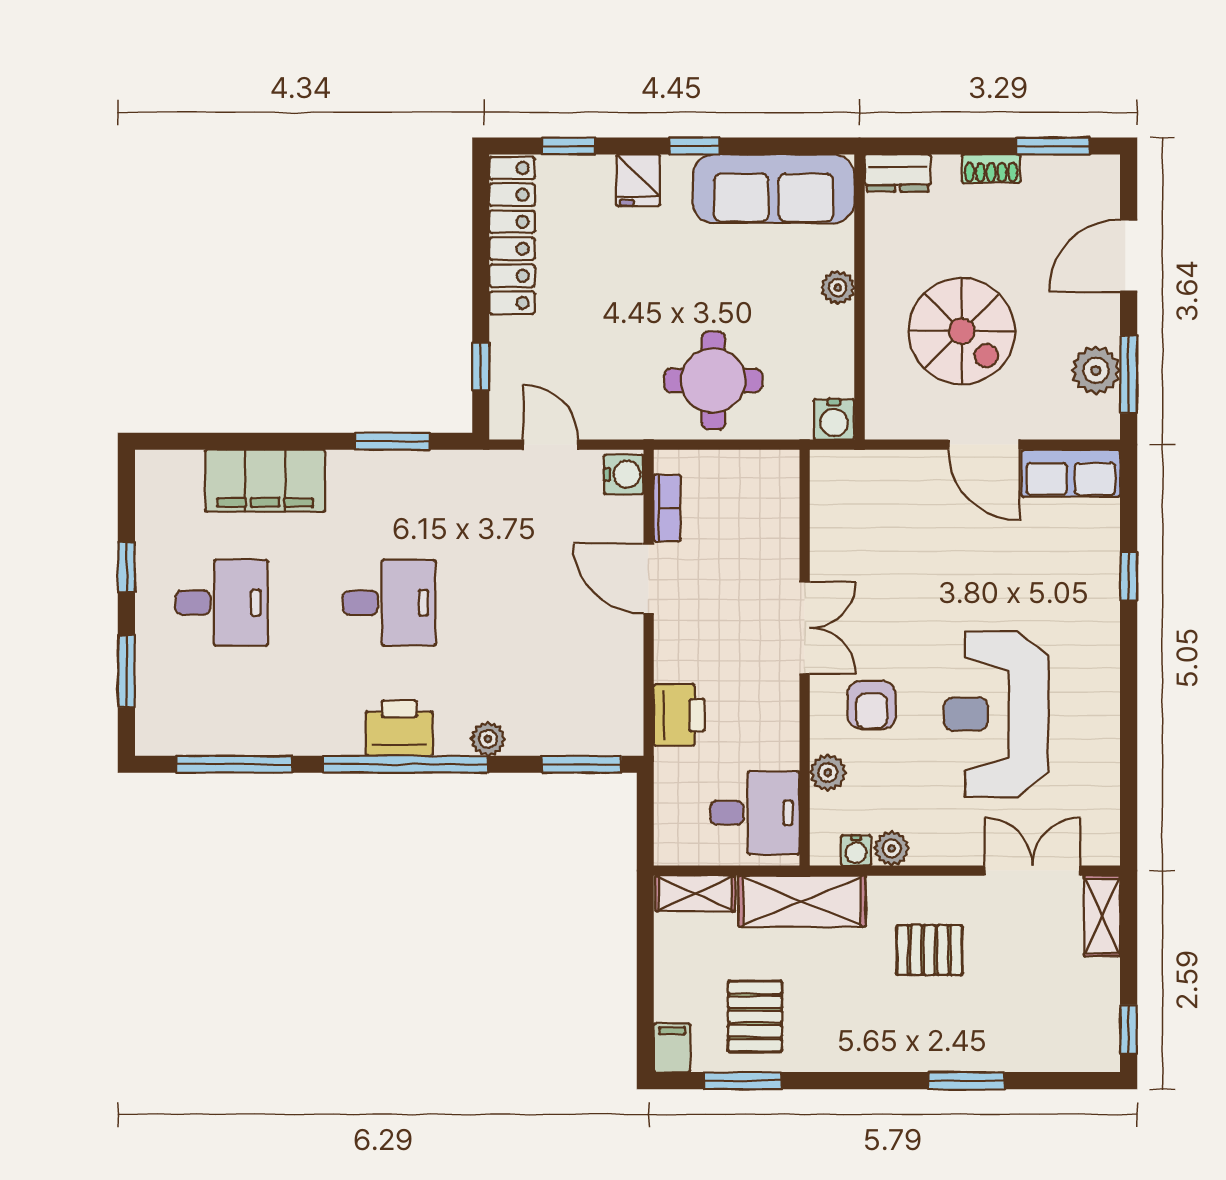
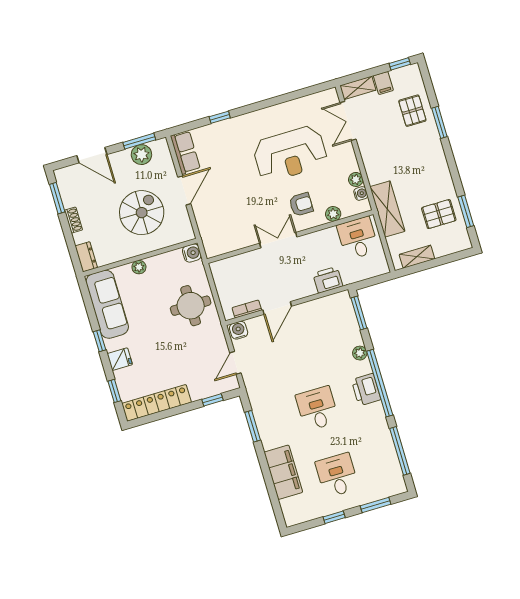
shelving: (695, 894) -> (417, 257), moved, turned 90
pallet: (929, 950) -> (412, 111), moved
filing cabinet: (672, 1048) -> (383, 83), moved, turned -90

